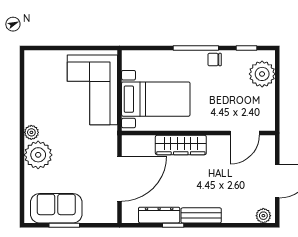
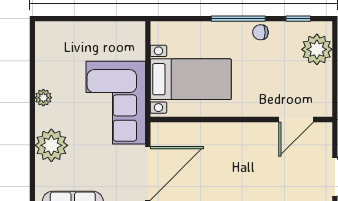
corner sofa: (92, 90) -> (116, 103), moved
plant: (31, 132) -> (43, 98), moved
wardrobe: (181, 145) -> (220, 134), removed

